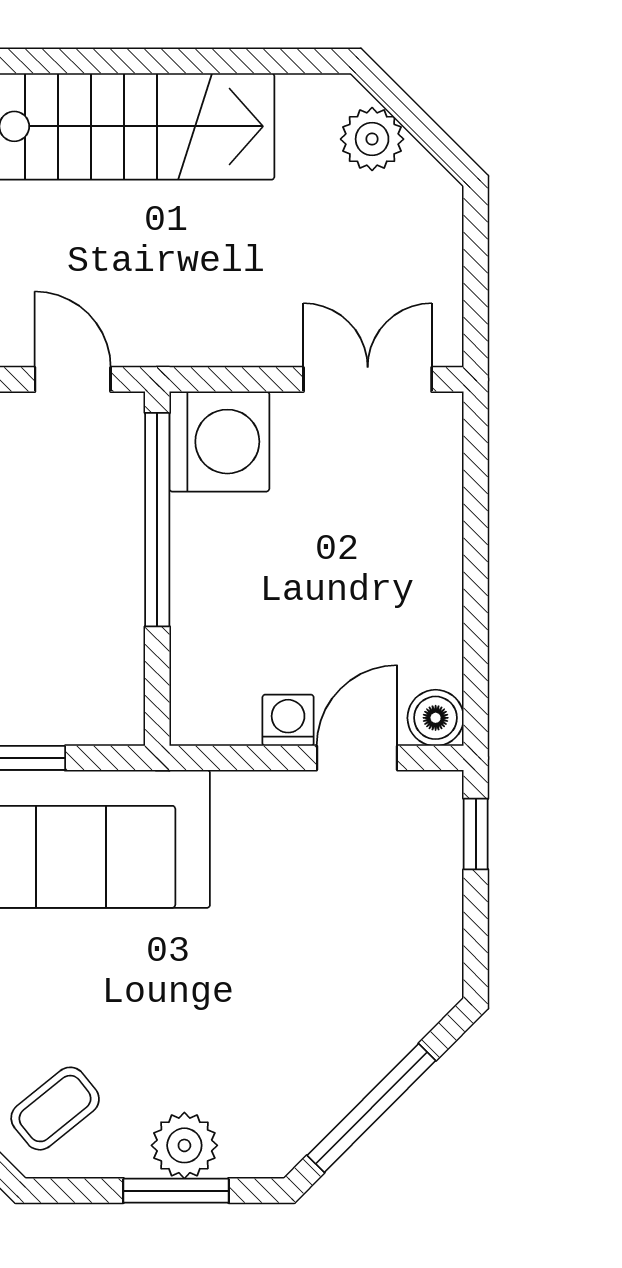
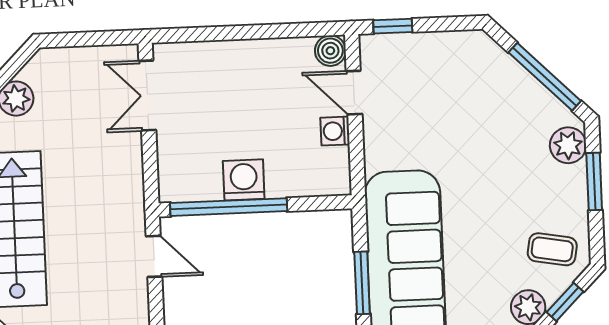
door: (73, 379) -> (154, 256), swing flipped
washing machine: (219, 442) -> (244, 180), moved, width x0.73, depth x0.73
coffee table: (55, 1109) -> (552, 249), turned -41
plant: (184, 1145) -> (568, 145), moved

